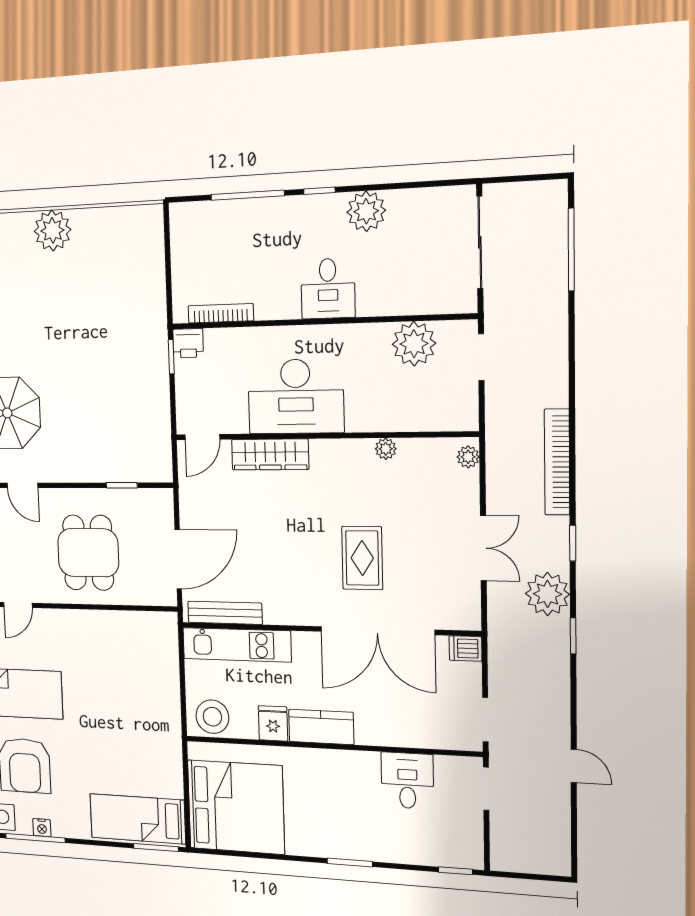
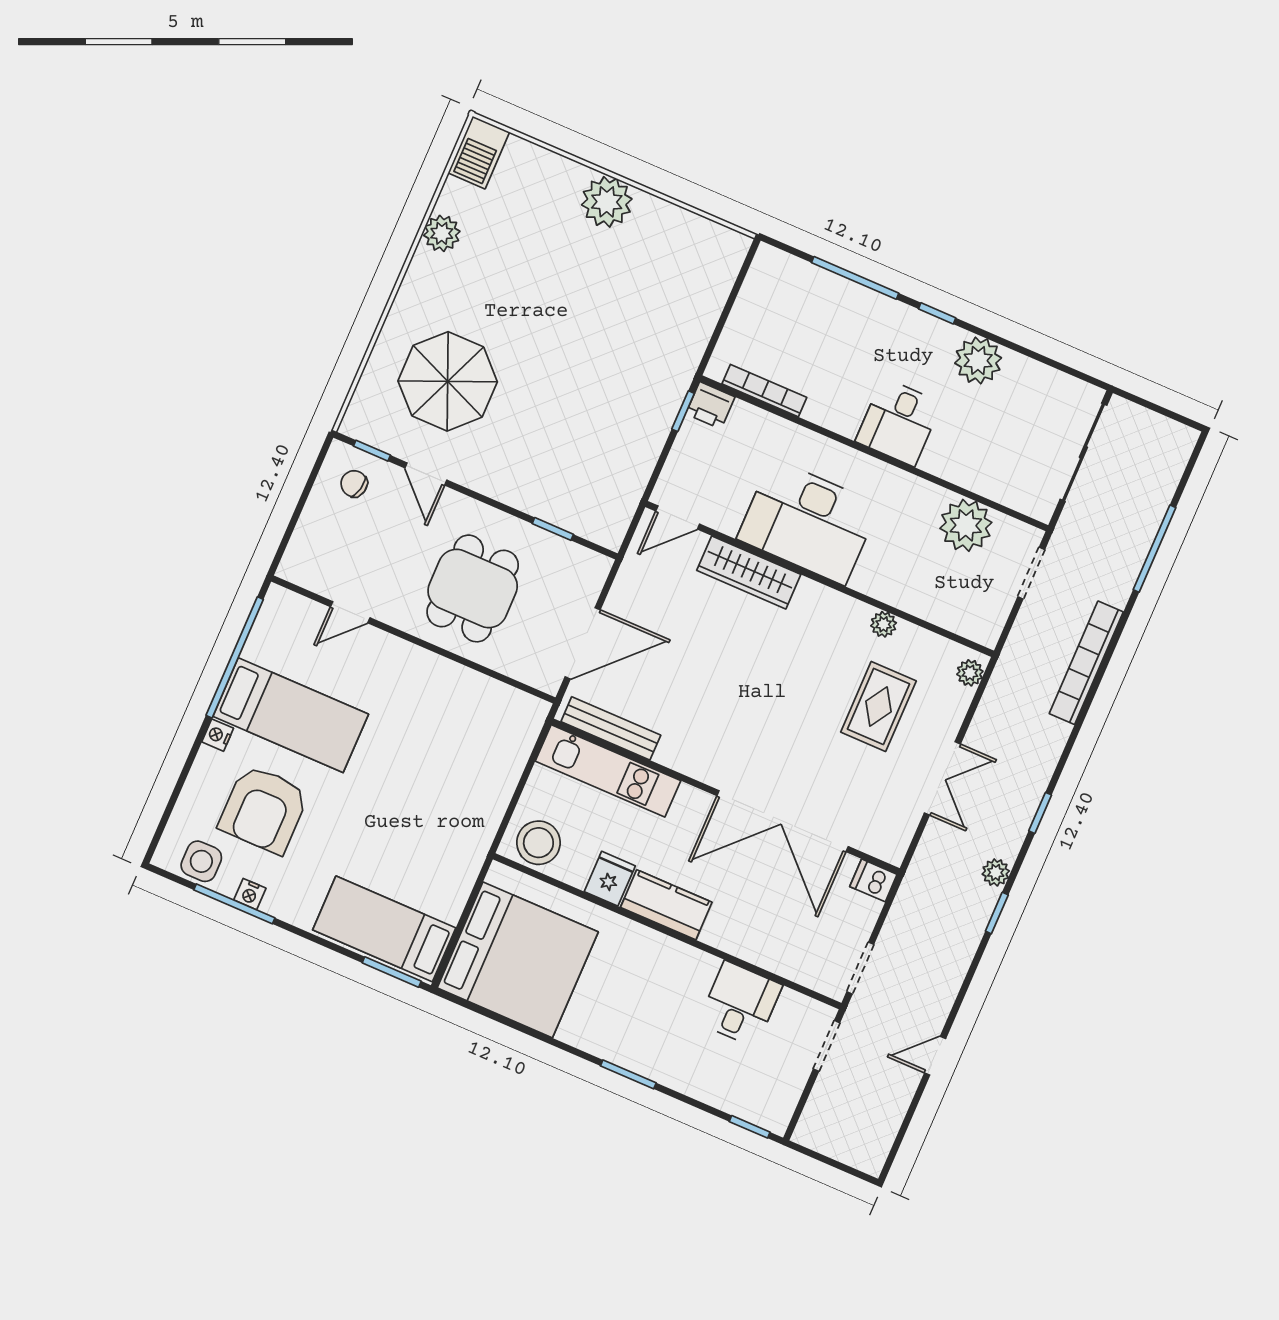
window: (571, 250) -> (1155, 549), moved
bookcase: (557, 462) -> (1086, 663), moved
rug: (362, 558) -> (878, 706), moved
plant: (548, 594) -> (996, 873), width x0.53, depth x0.53
door: (574, 766) -> (935, 1056), swing flipped

